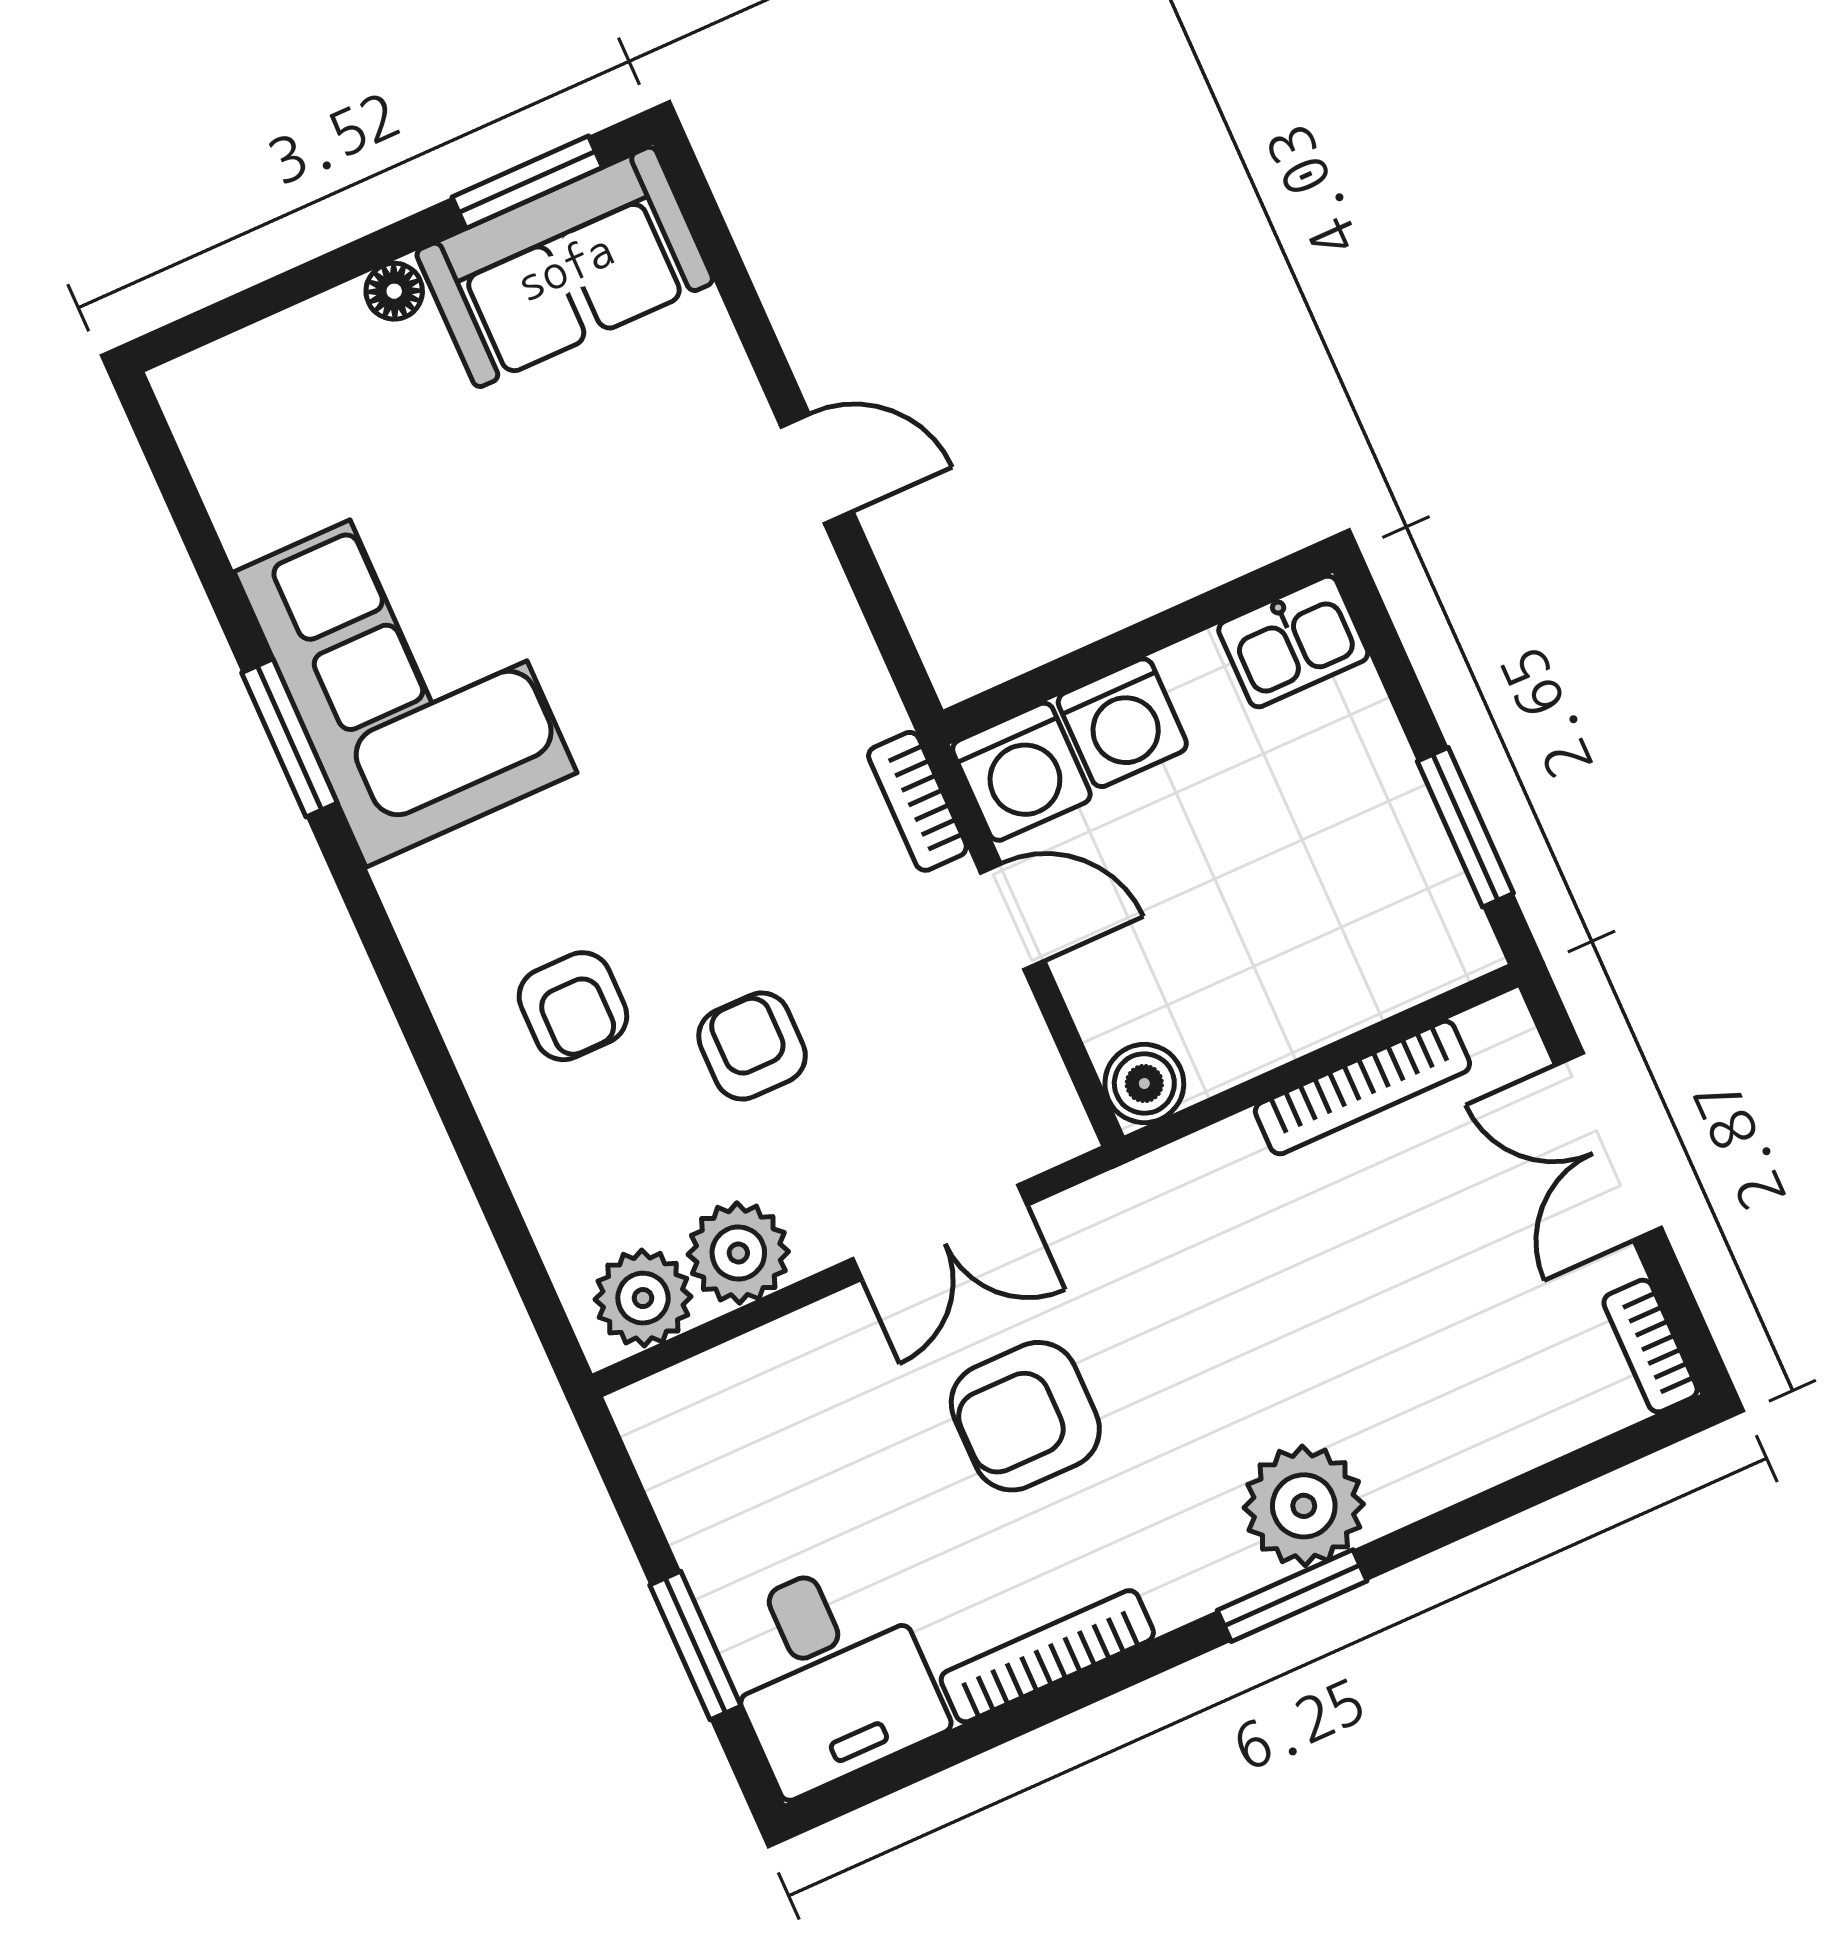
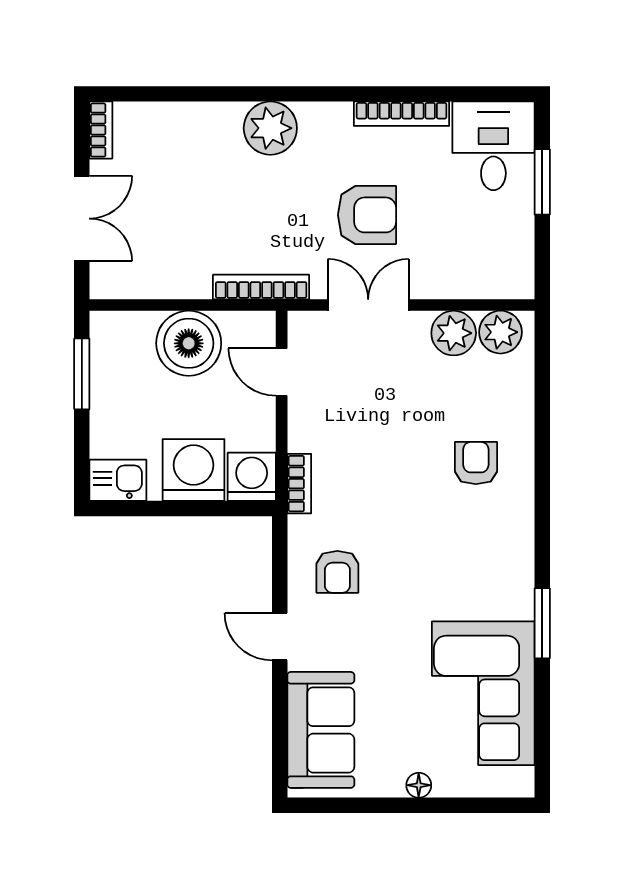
window: (527, 182) -> (345, 805), removed
sofa: (565, 267) -> (321, 730), moved, turned 90
corner sofa: (405, 672) -> (483, 693), moved
washing machine: (1122, 723) -> (194, 470), width x1.37, depth x1.37
door: (1013, 917) -> (282, 372), moved
armchair: (752, 1046) -> (337, 572), moved
boiler: (1144, 1084) -> (189, 343), moved, width x1.86, depth x1.86
bookcase: (1362, 1088) -> (261, 287), moved
window: (1292, 1596) -> (291, 94), removed

